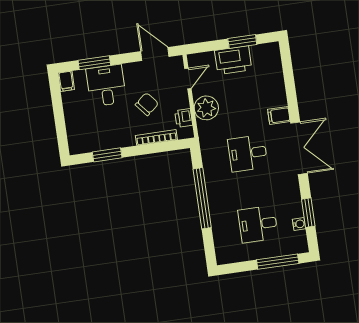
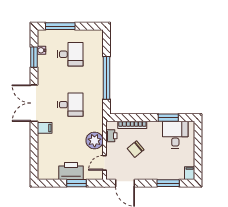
window: (242, 41) -> (77, 183), moved
desk: (106, 85) -> (175, 135), moved, turned 180

